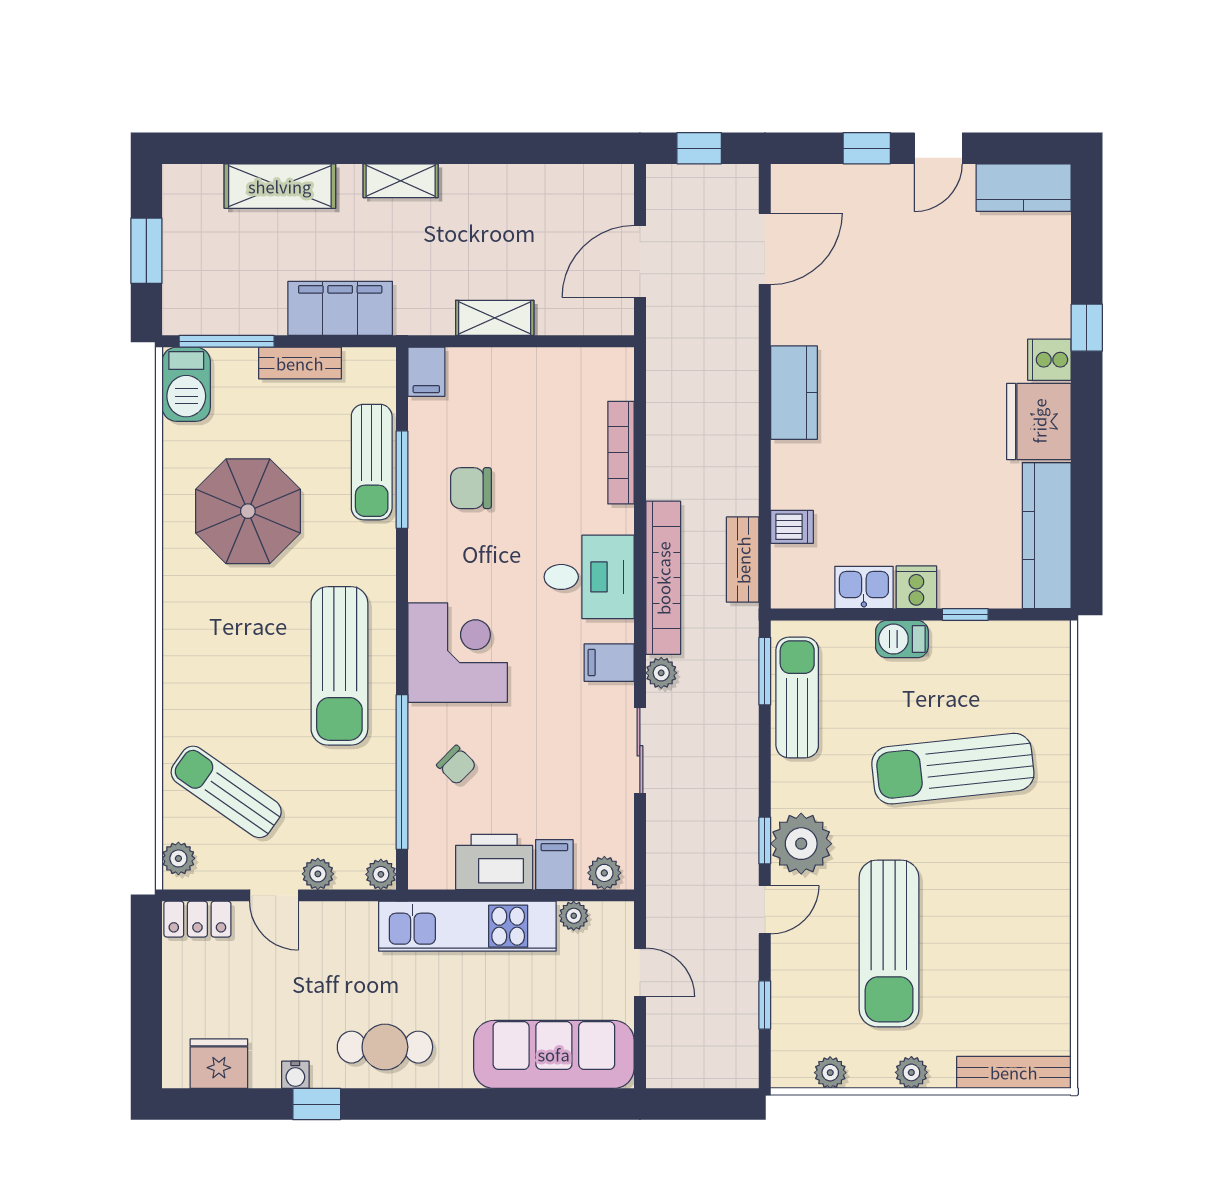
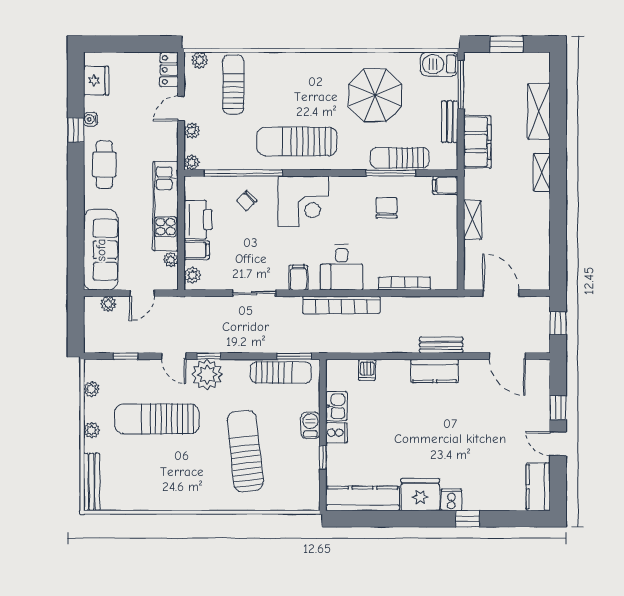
bench: (743, 560) -> (441, 345), moved
plant: (661, 673) -> (108, 304), moved
sun lounger: (226, 792) -> (233, 84), turned -35

